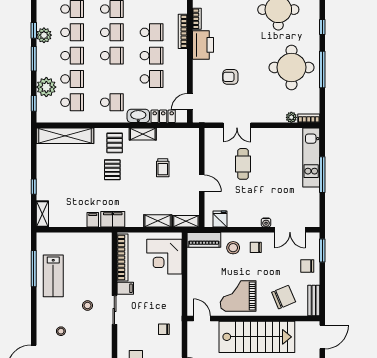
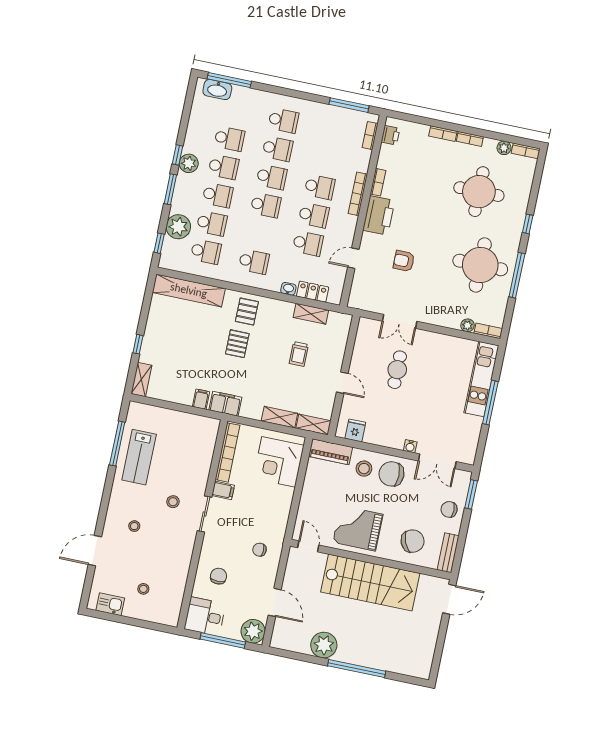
door: (190, 102) -> (353, 258), moved
washbasin: (138, 116) -> (288, 289), width x0.52, depth x0.69
shelving: (143, 134) -> (311, 314), moved
chair: (256, 247) -> (391, 474), width x1.87, depth x1.87

